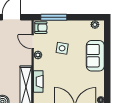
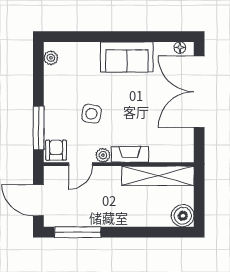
sofa: (95, 56) -> (127, 57), moved
fireplace: (38, 82) -> (130, 154), moved

